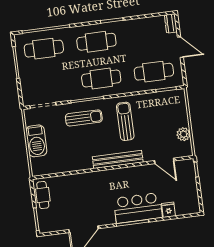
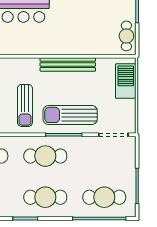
sun lounger: (84, 118) -> (70, 115), width x1.36, depth x1.34
barbecue: (36, 141) -> (126, 81), moved
bench: (118, 159) -> (68, 64), moved

